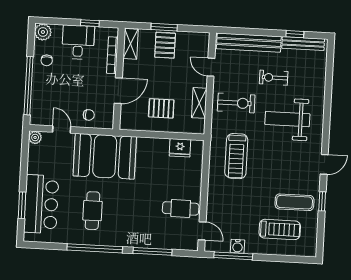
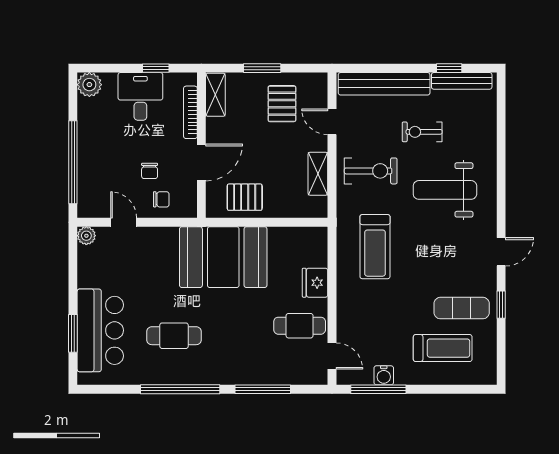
pallet: (165, 45) -> (282, 104), moved
chair: (47, 60) -> (150, 171), moved
pallet: (161, 108) -> (245, 197), moved
fridge: (180, 148) -> (315, 283), moved, turned 90
booth: (105, 156) -> (223, 257), moved
cafe table: (93, 211) -> (174, 336), turned 90

